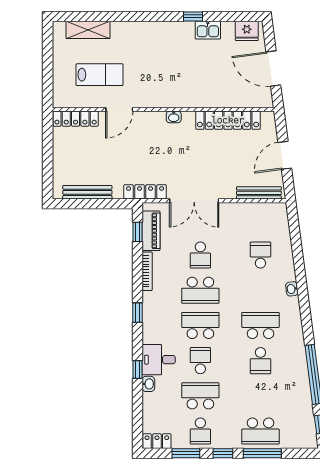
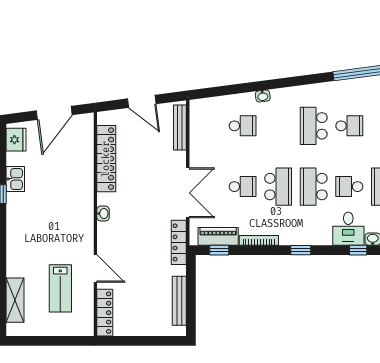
lab bench: (100, 75) -> (60, 288), turned 180
school desk: (260, 255) -> (243, 126), turned 180
washbasin: (292, 289) -> (263, 96), moved

